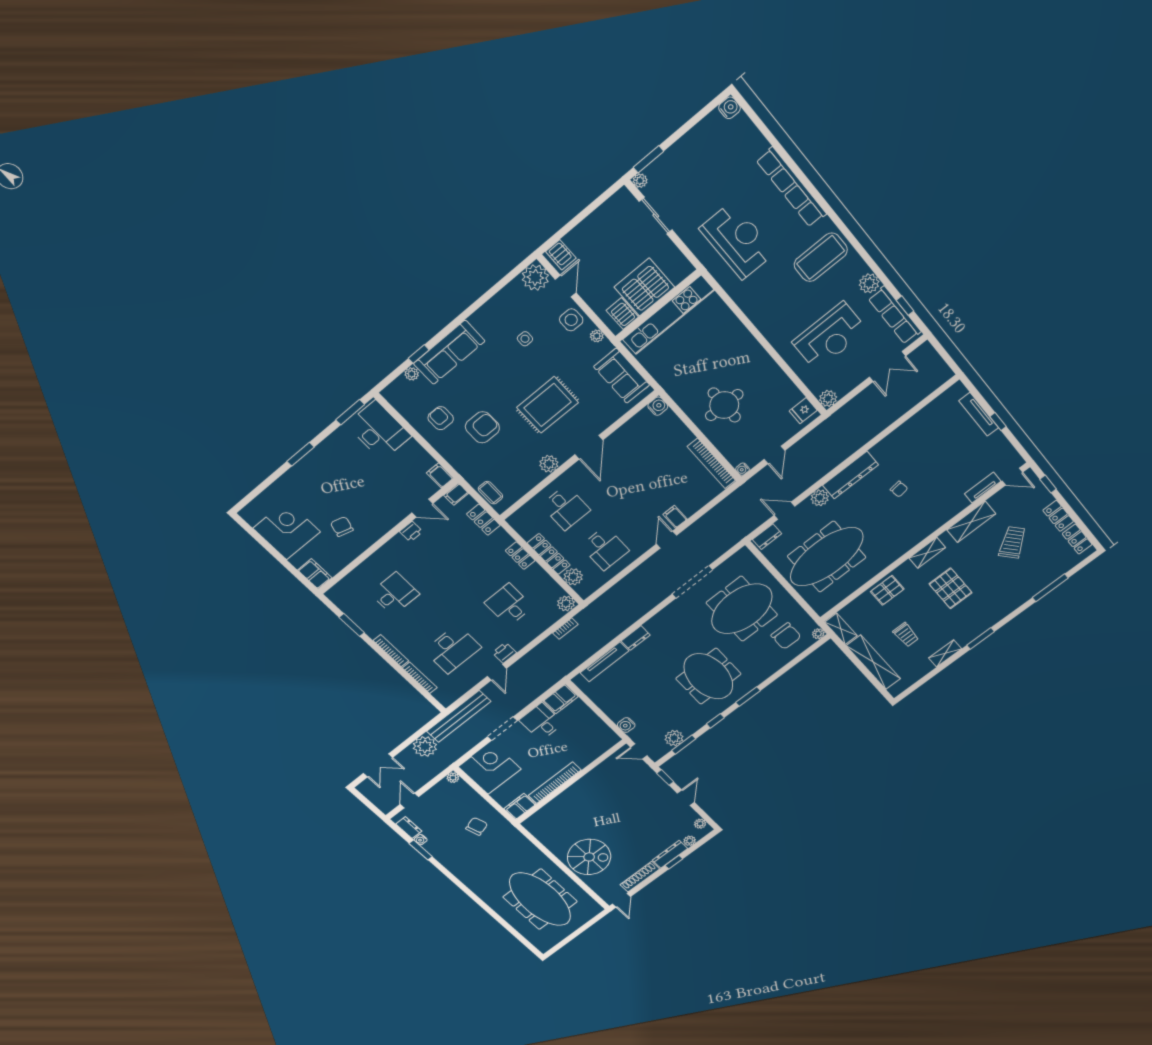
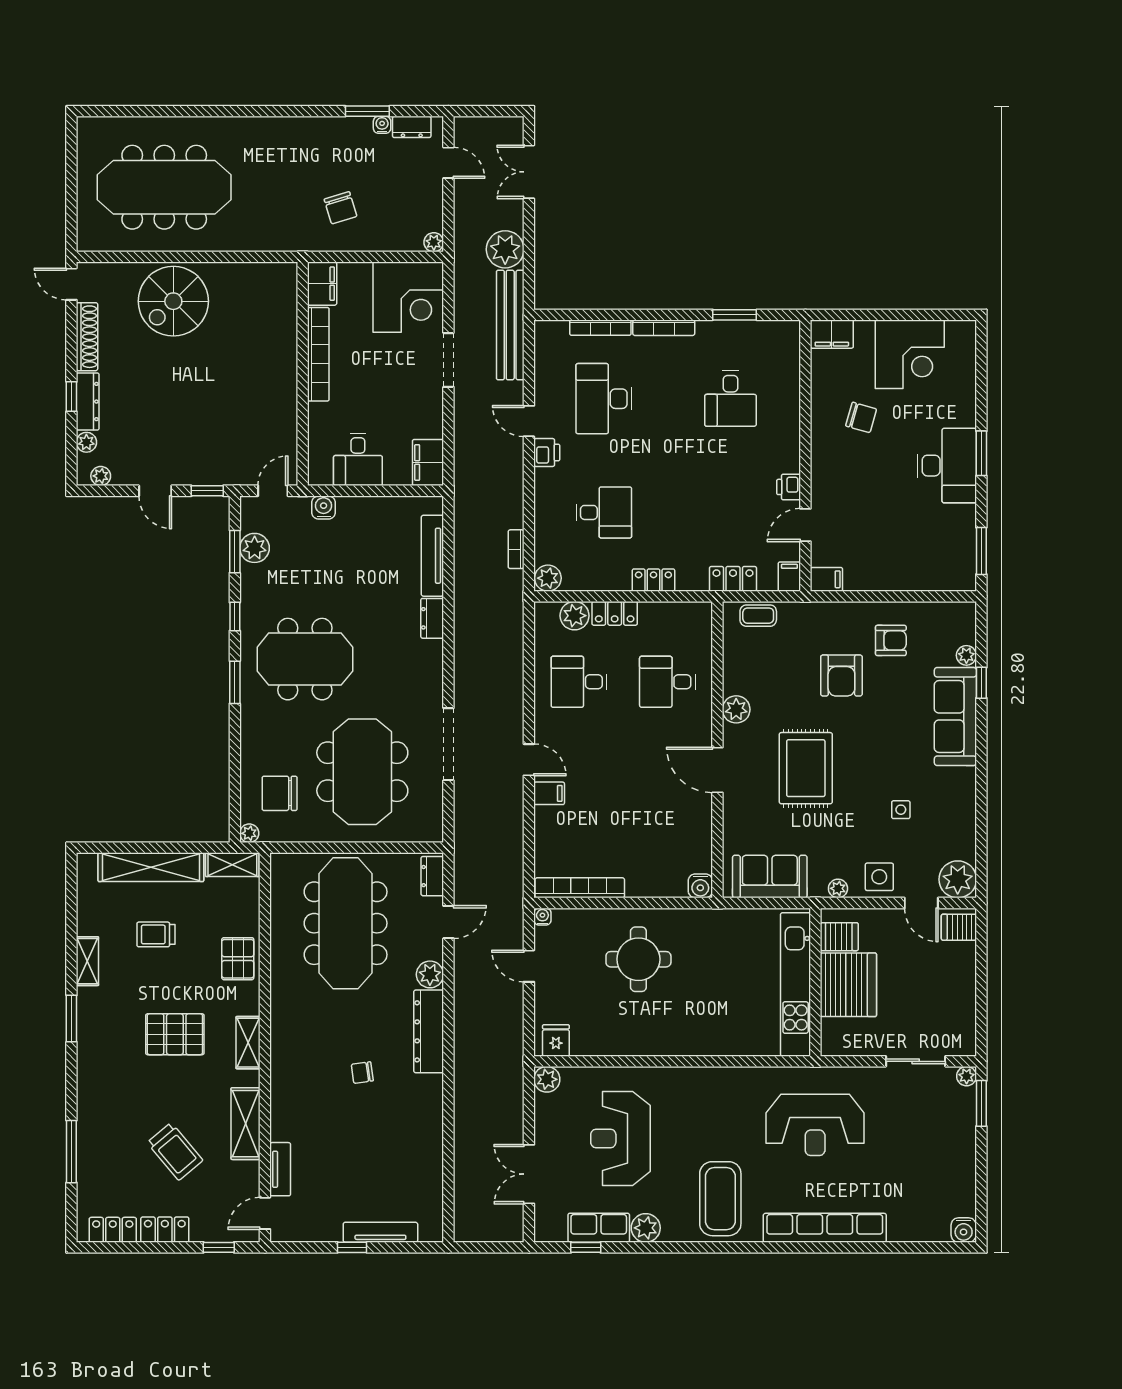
row of seats: (895, 315) -> (599, 1228), width x0.68
desk: (379, 430) -> (947, 466), moved, turned -90
locker: (549, 554) -> (615, 613), width x0.66
desk: (541, 722) -> (358, 460), moved, turned 90

